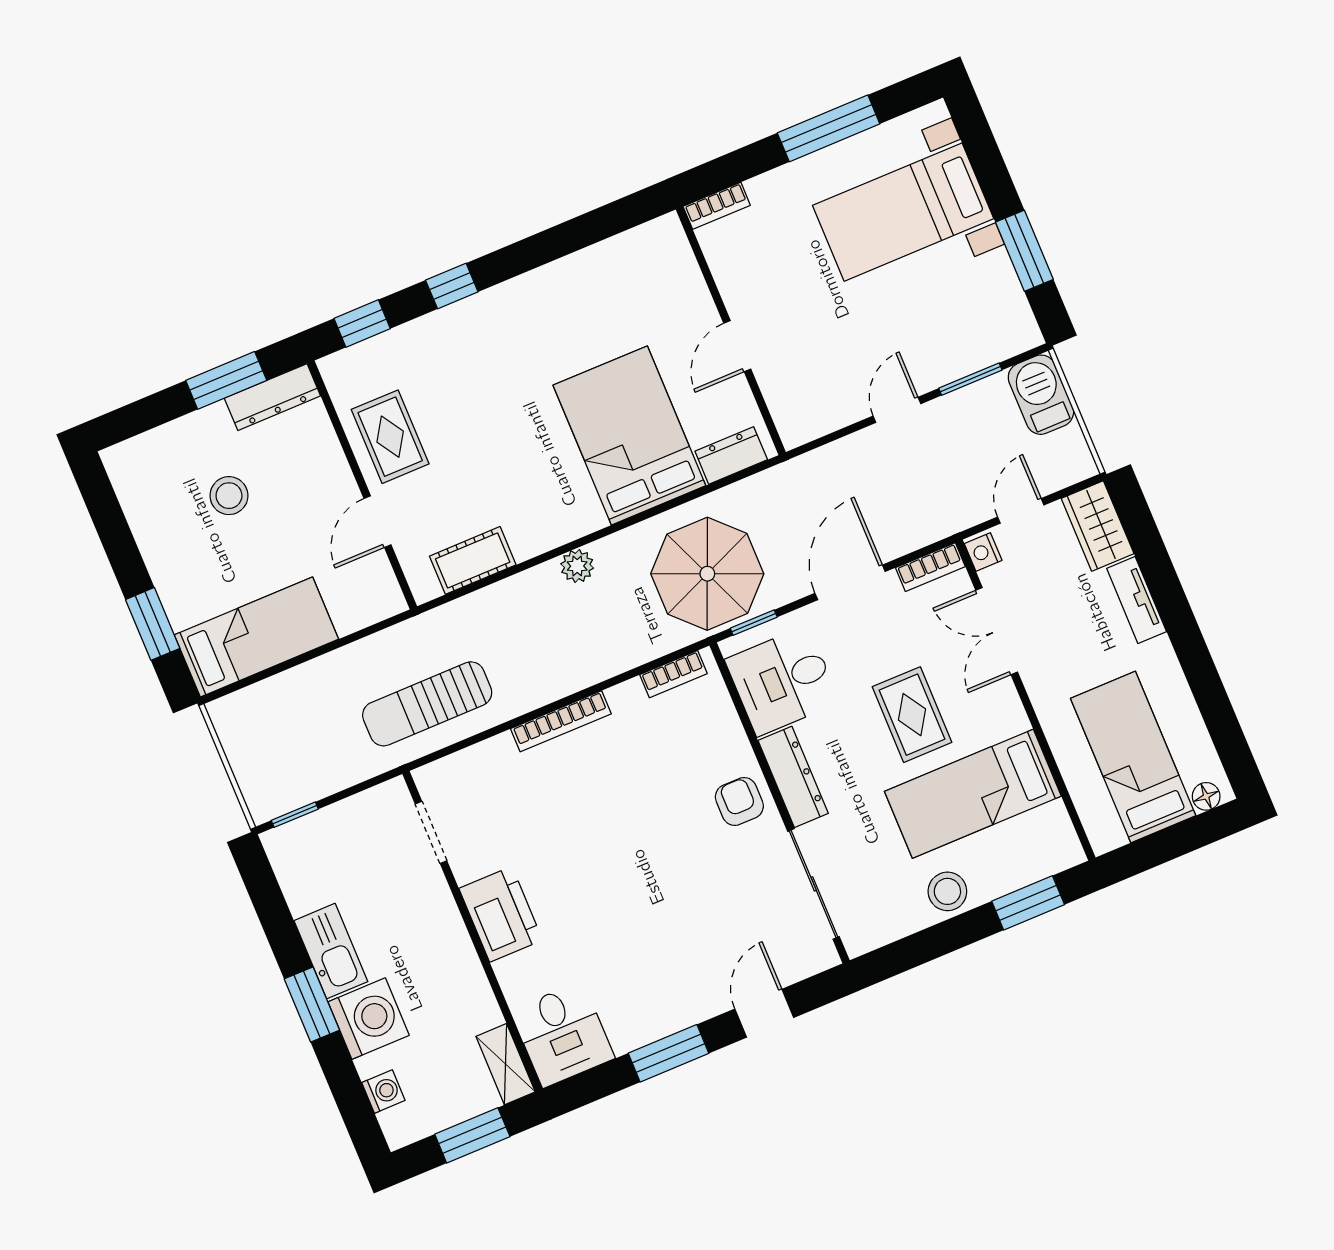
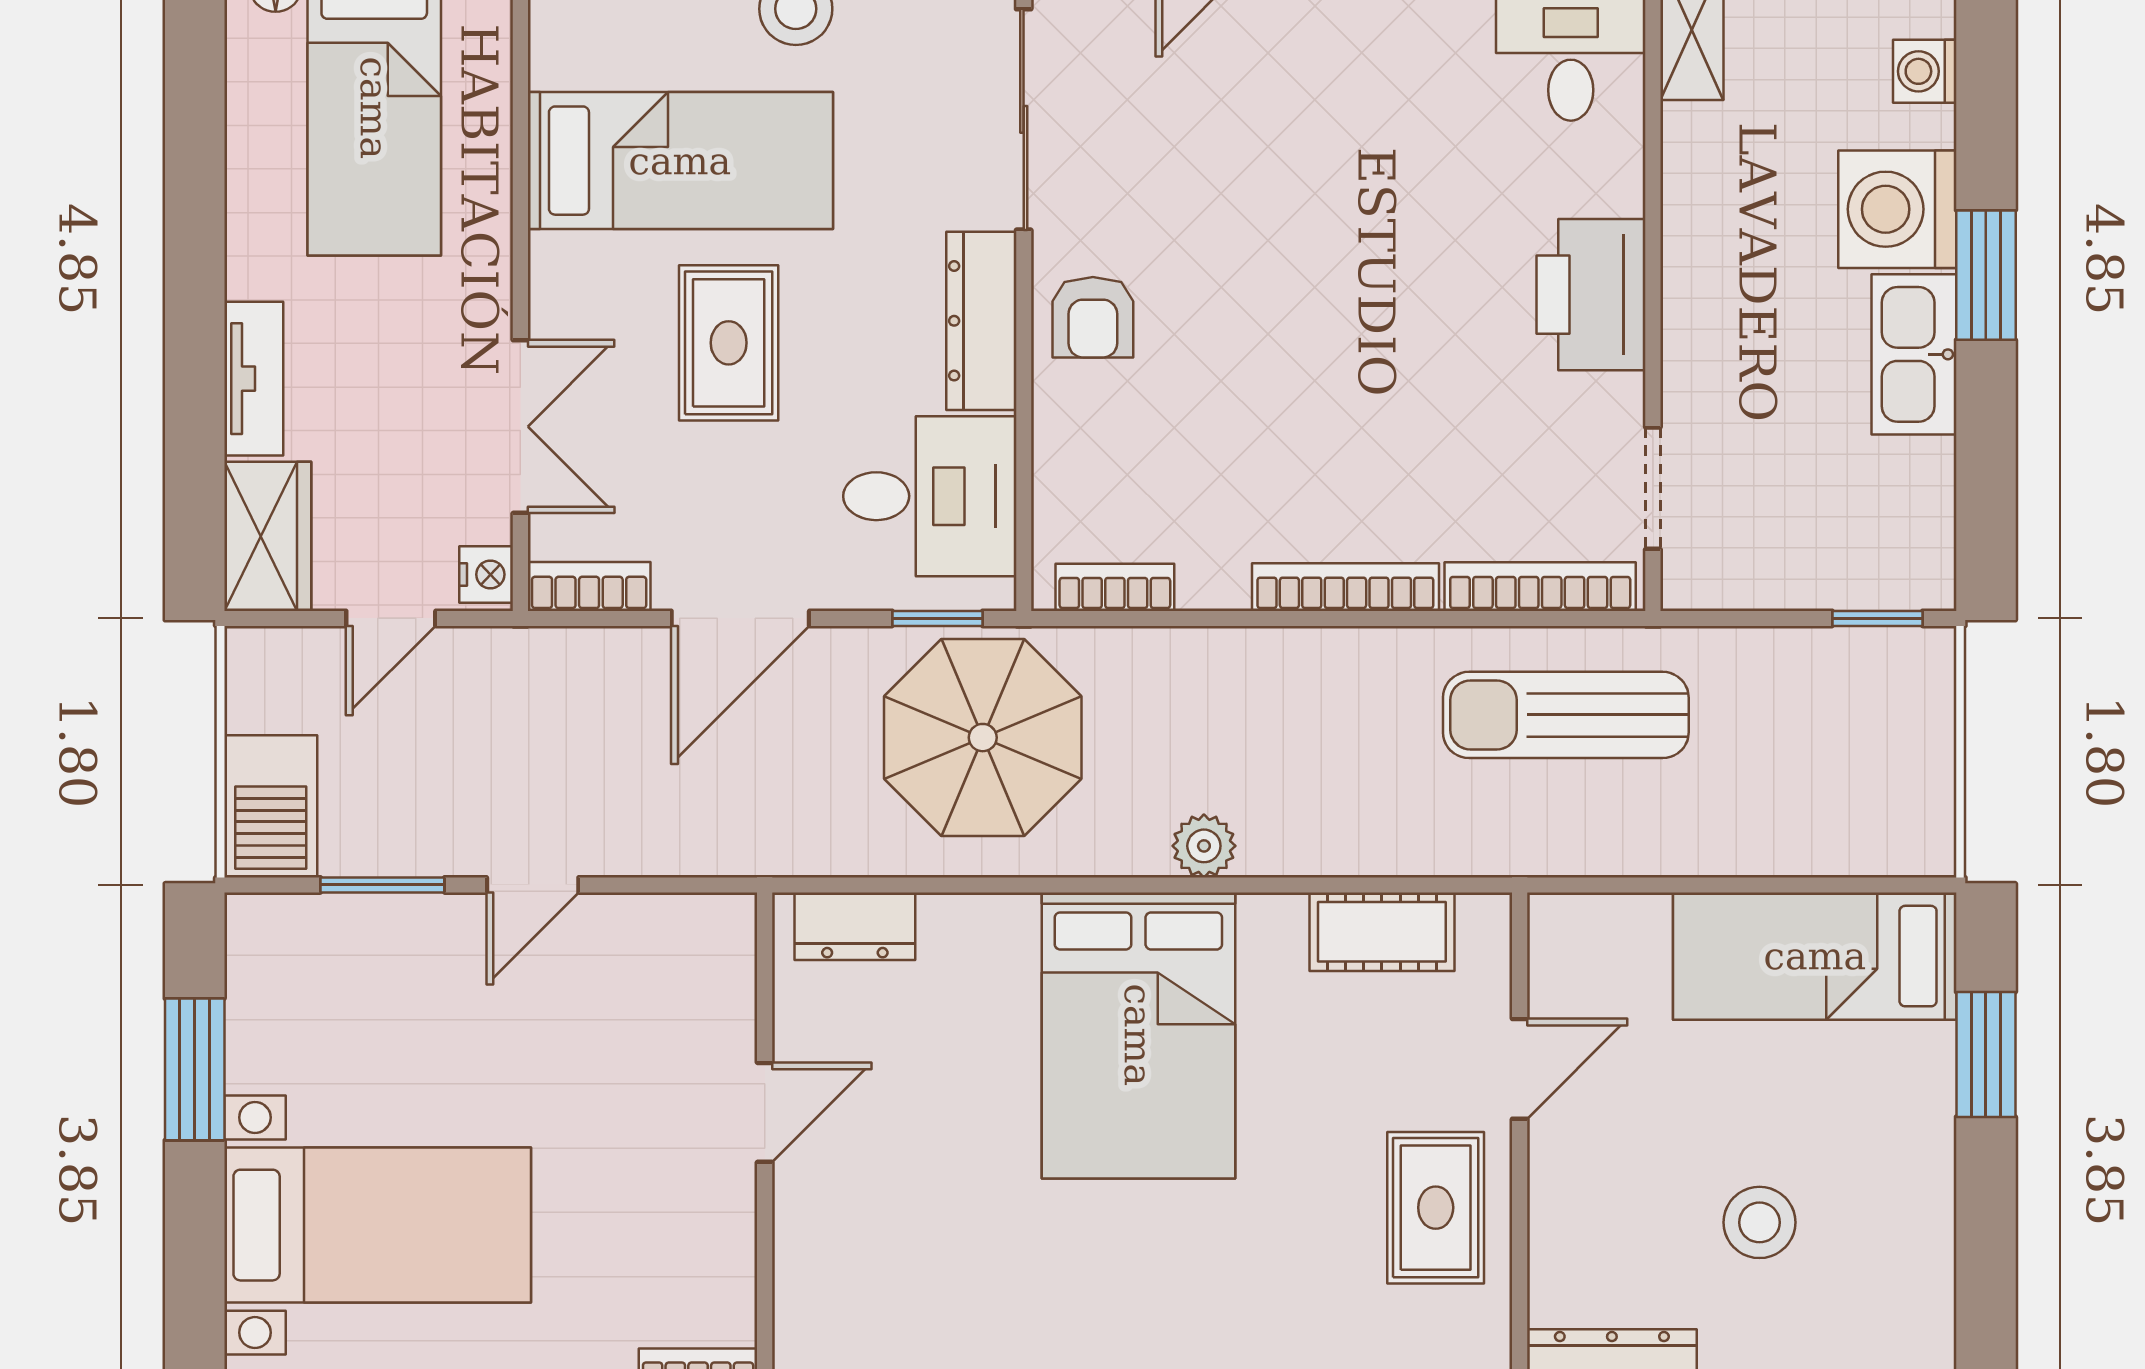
bed: (629, 435) -> (1138, 1035), moved
sun lounger: (427, 704) -> (1566, 715), turned 180
bookcase: (466, 761) -> (1540, 587), added

